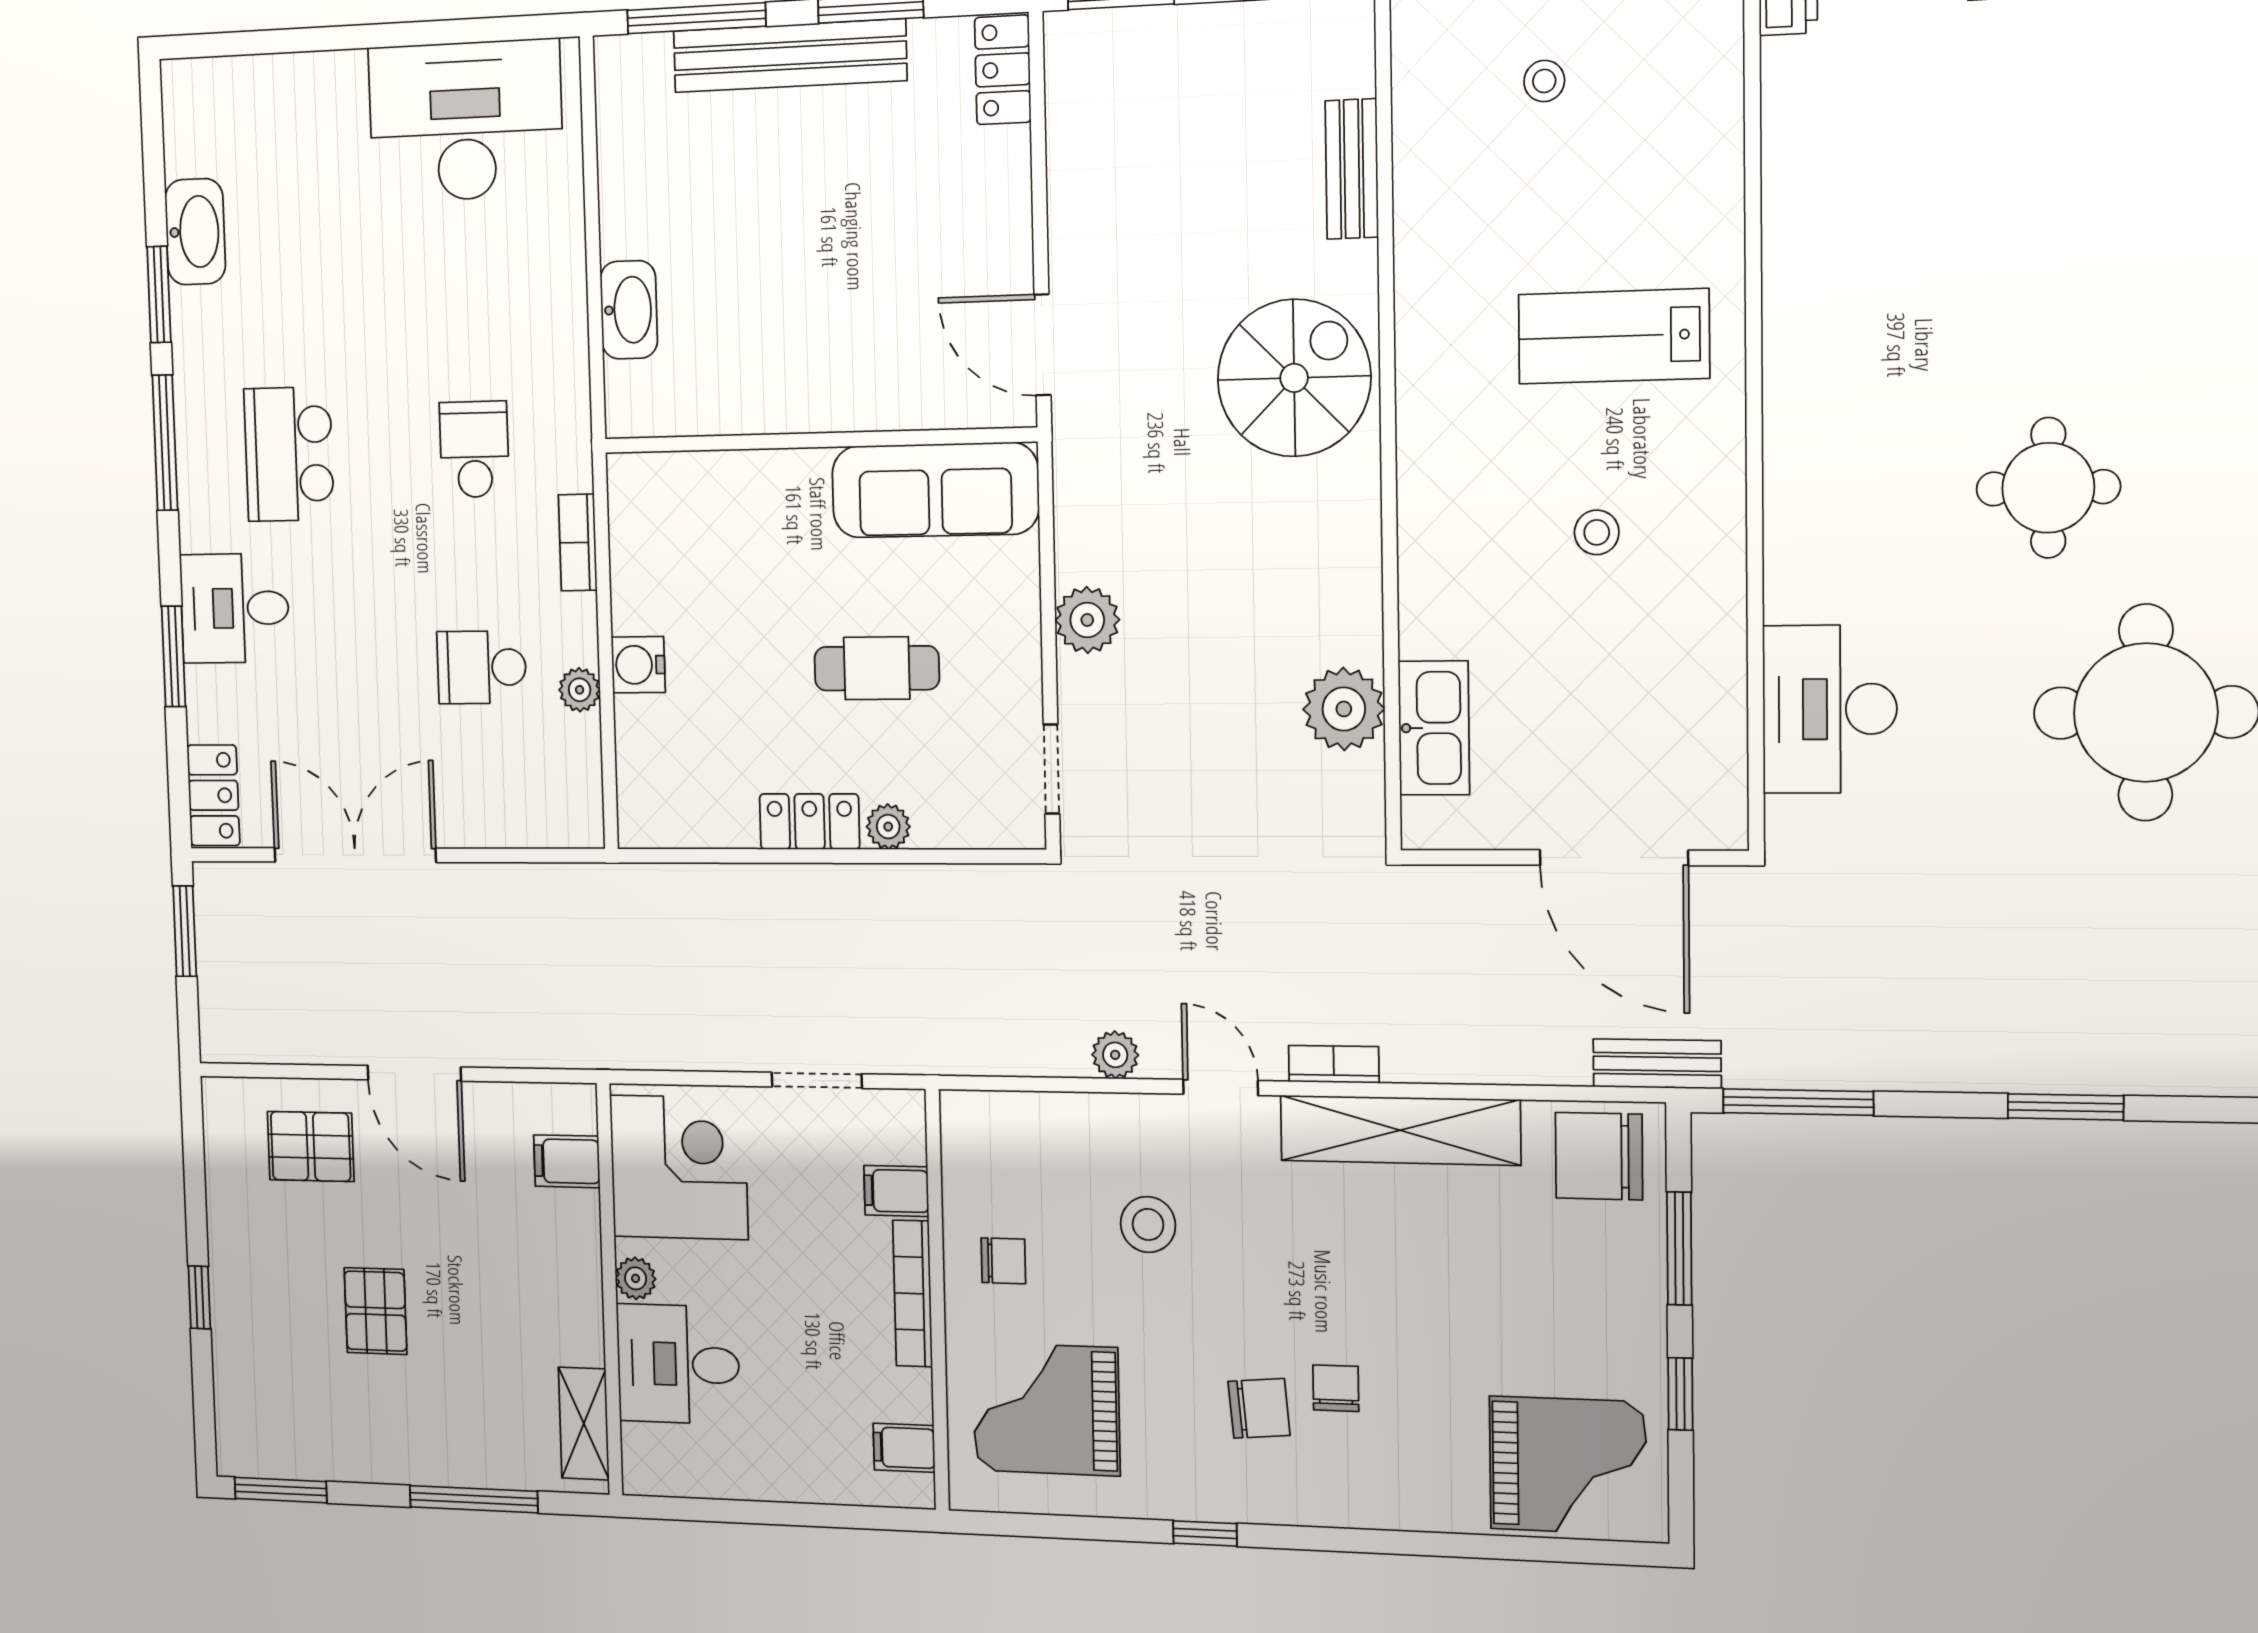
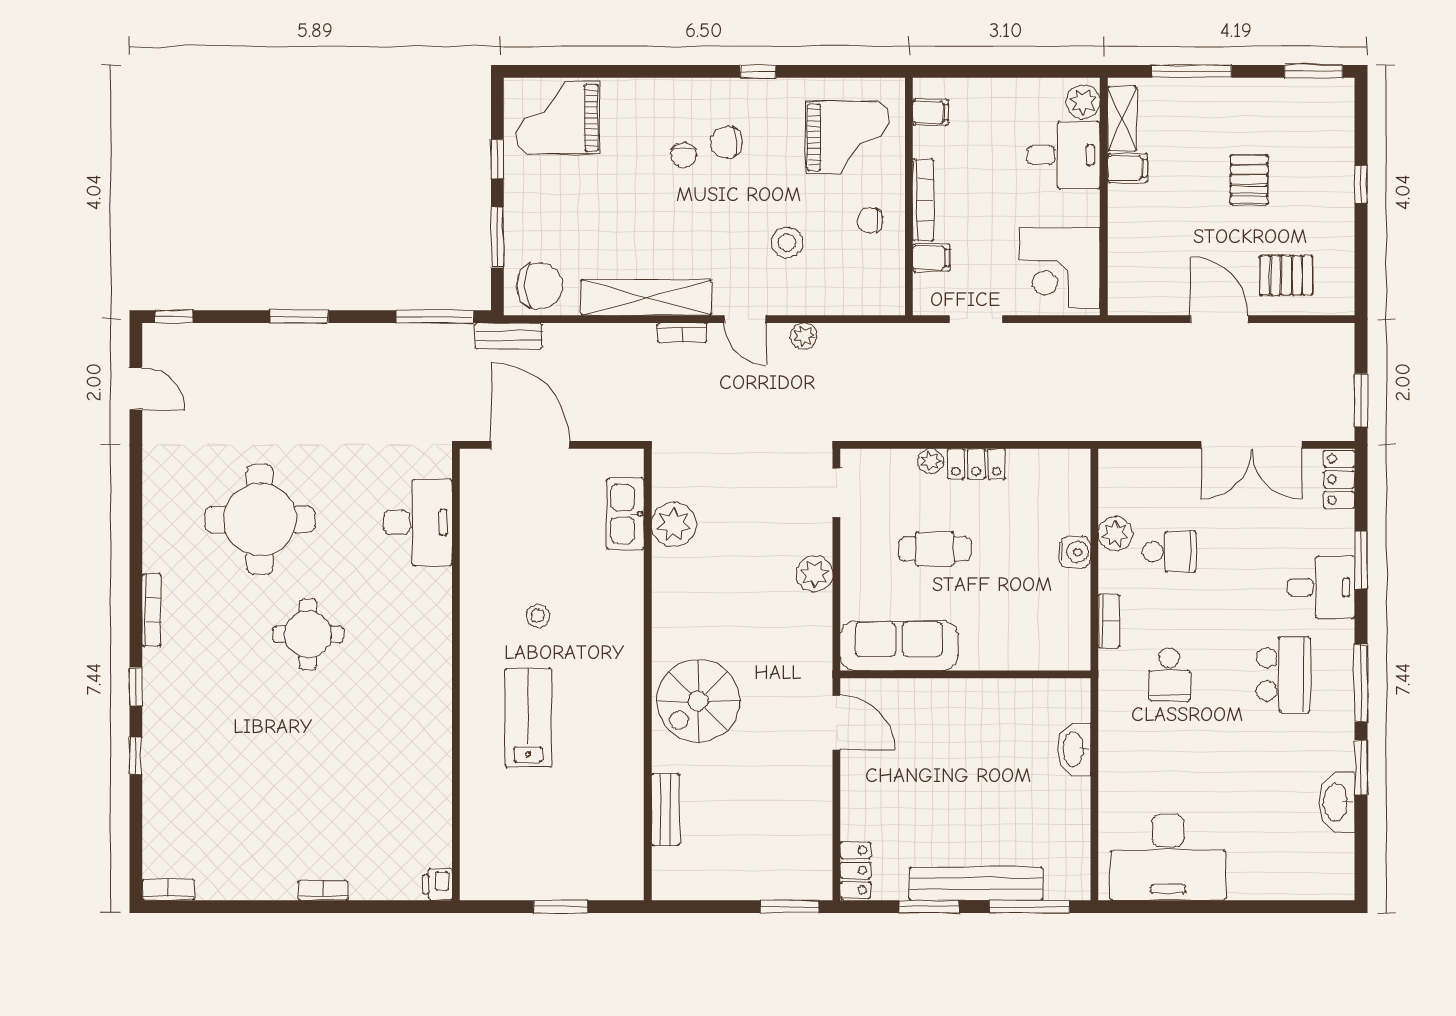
stool: (1544, 81) -> (563, 850), removed
lab bench: (1614, 336) -> (528, 718), turned -90
plant: (580, 690) -> (1115, 534), width x1.38, depth x1.38
filing cabinet: (567, 1161) -> (1127, 168), moved
plant: (636, 1278) -> (1083, 102), moved, width x1.38, depth x1.38

